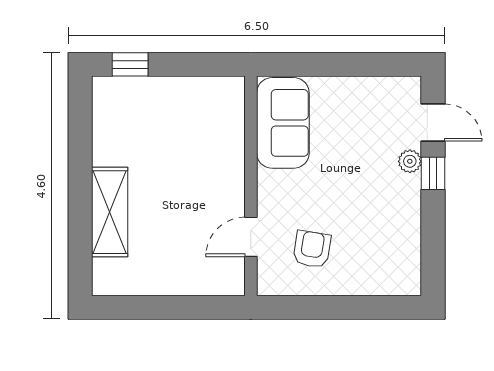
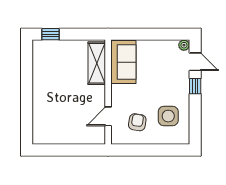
plant: (410, 161) -> (184, 45), moved
shelving: (110, 212) -> (97, 63), moved
side table: (377, 236) -> (168, 116), added

